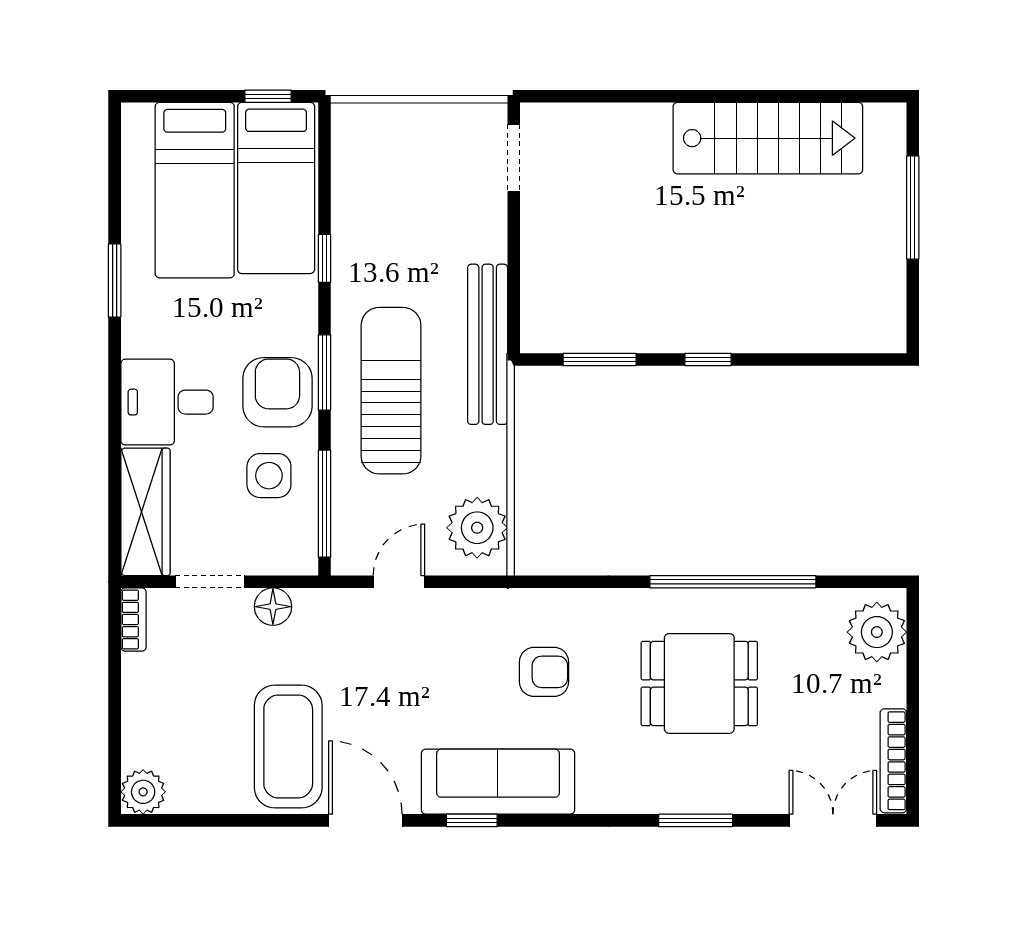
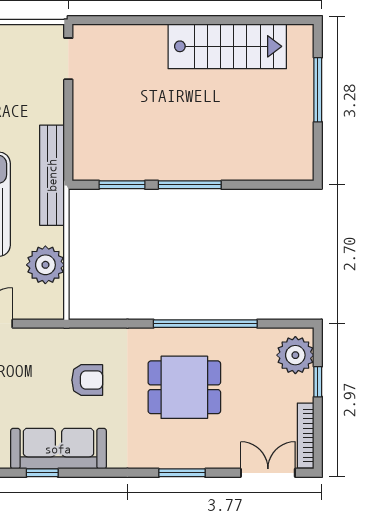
window: (708, 360) -> (190, 185), width x2.17
plant: (477, 528) -> (45, 265), moved
window: (913, 675) -> (318, 382), added

